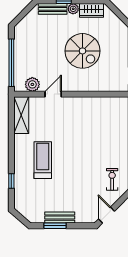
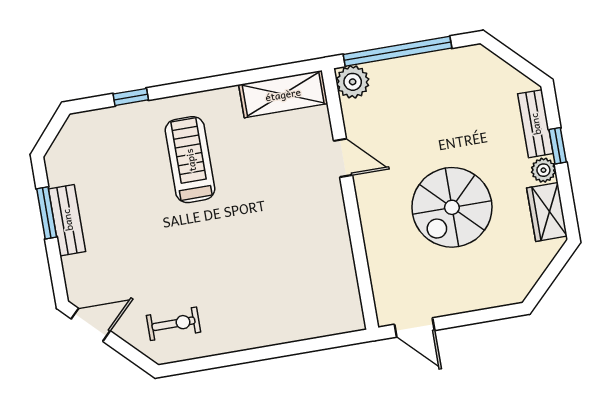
plant: (32, 84) -> (353, 82), moved
treadmill: (43, 160) -> (190, 160), turned -90

